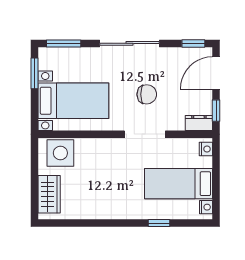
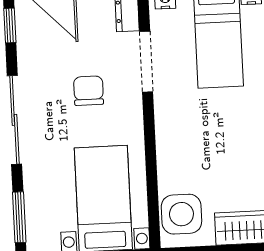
doorway: (145, 134) -> (146, 62), moved

